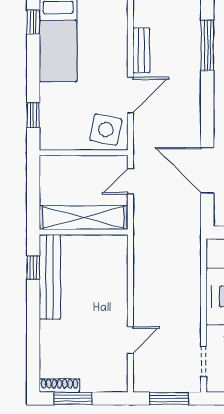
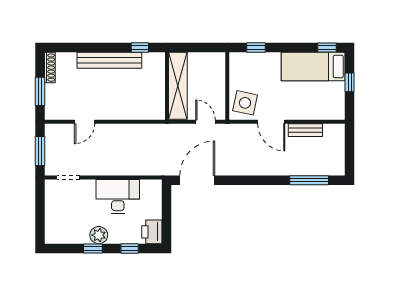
door: (207, 170) -> (197, 180), moved
bench: (50, 277) -> (109, 60), moved
door: (130, 340) -> (85, 122), hinge flipped
window: (73, 398) -> (40, 91), moved

